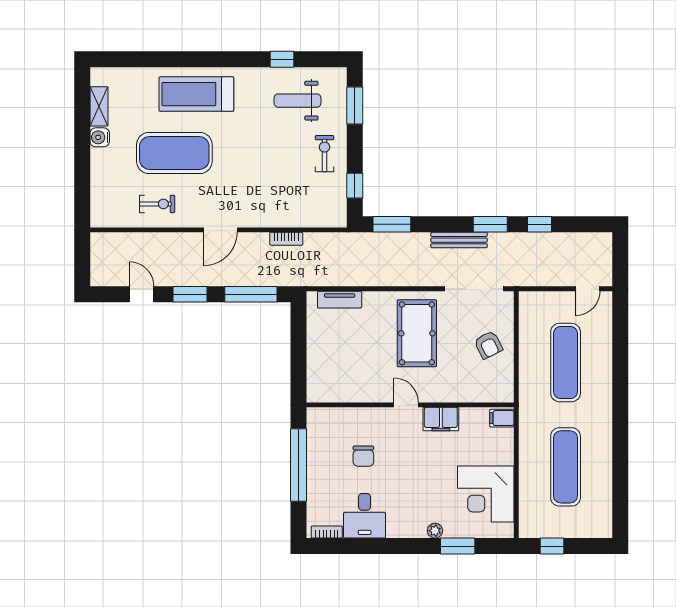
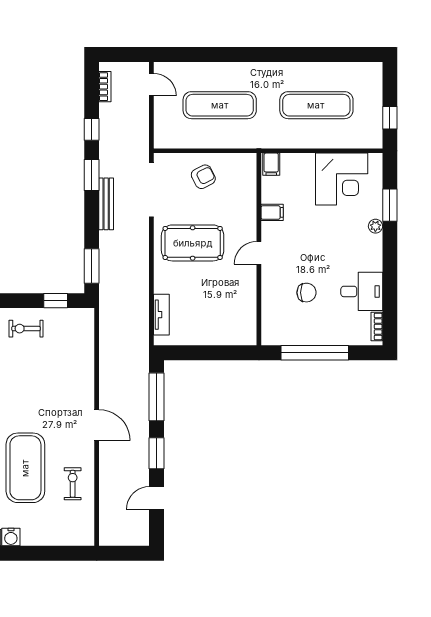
bookcase: (286, 239) -> (105, 87), moved
filing cabinet: (441, 419) -> (272, 212), width x0.50

